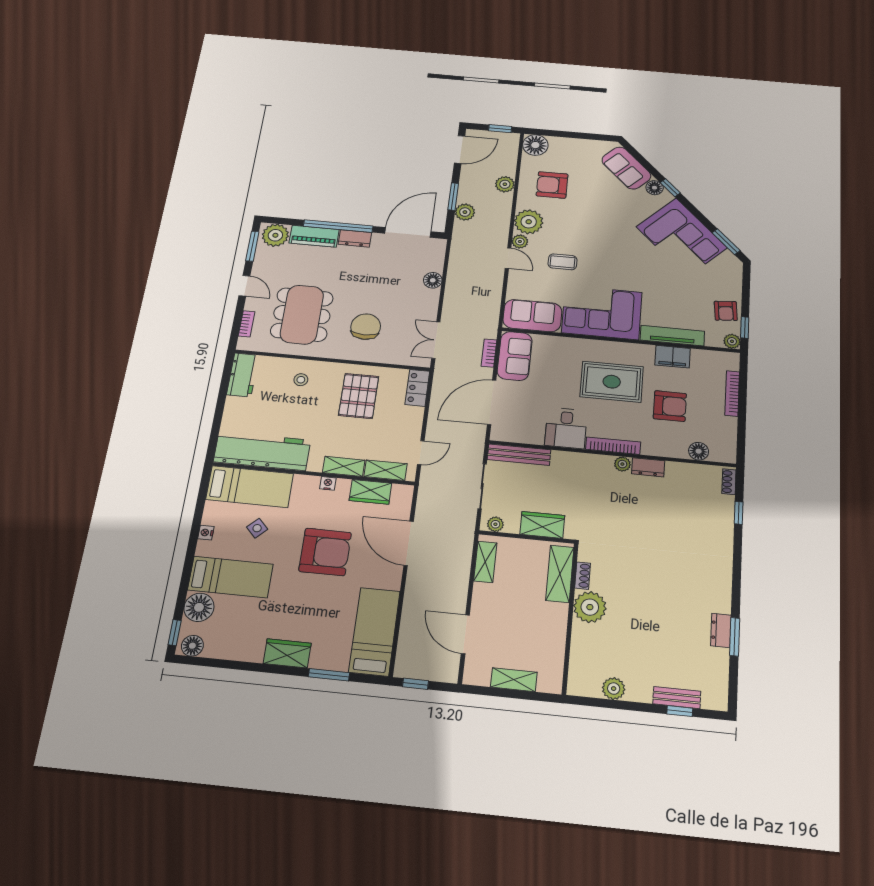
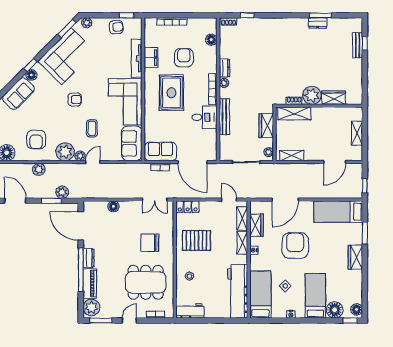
armchair: (611, 242) -> (75, 99), added
plant: (732, 341) -> (87, 23), moved
bench: (519, 455) -> (224, 117), moved
wardrobe: (583, 645) -> (334, 98), added
plant: (614, 689) -> (356, 79), removed

